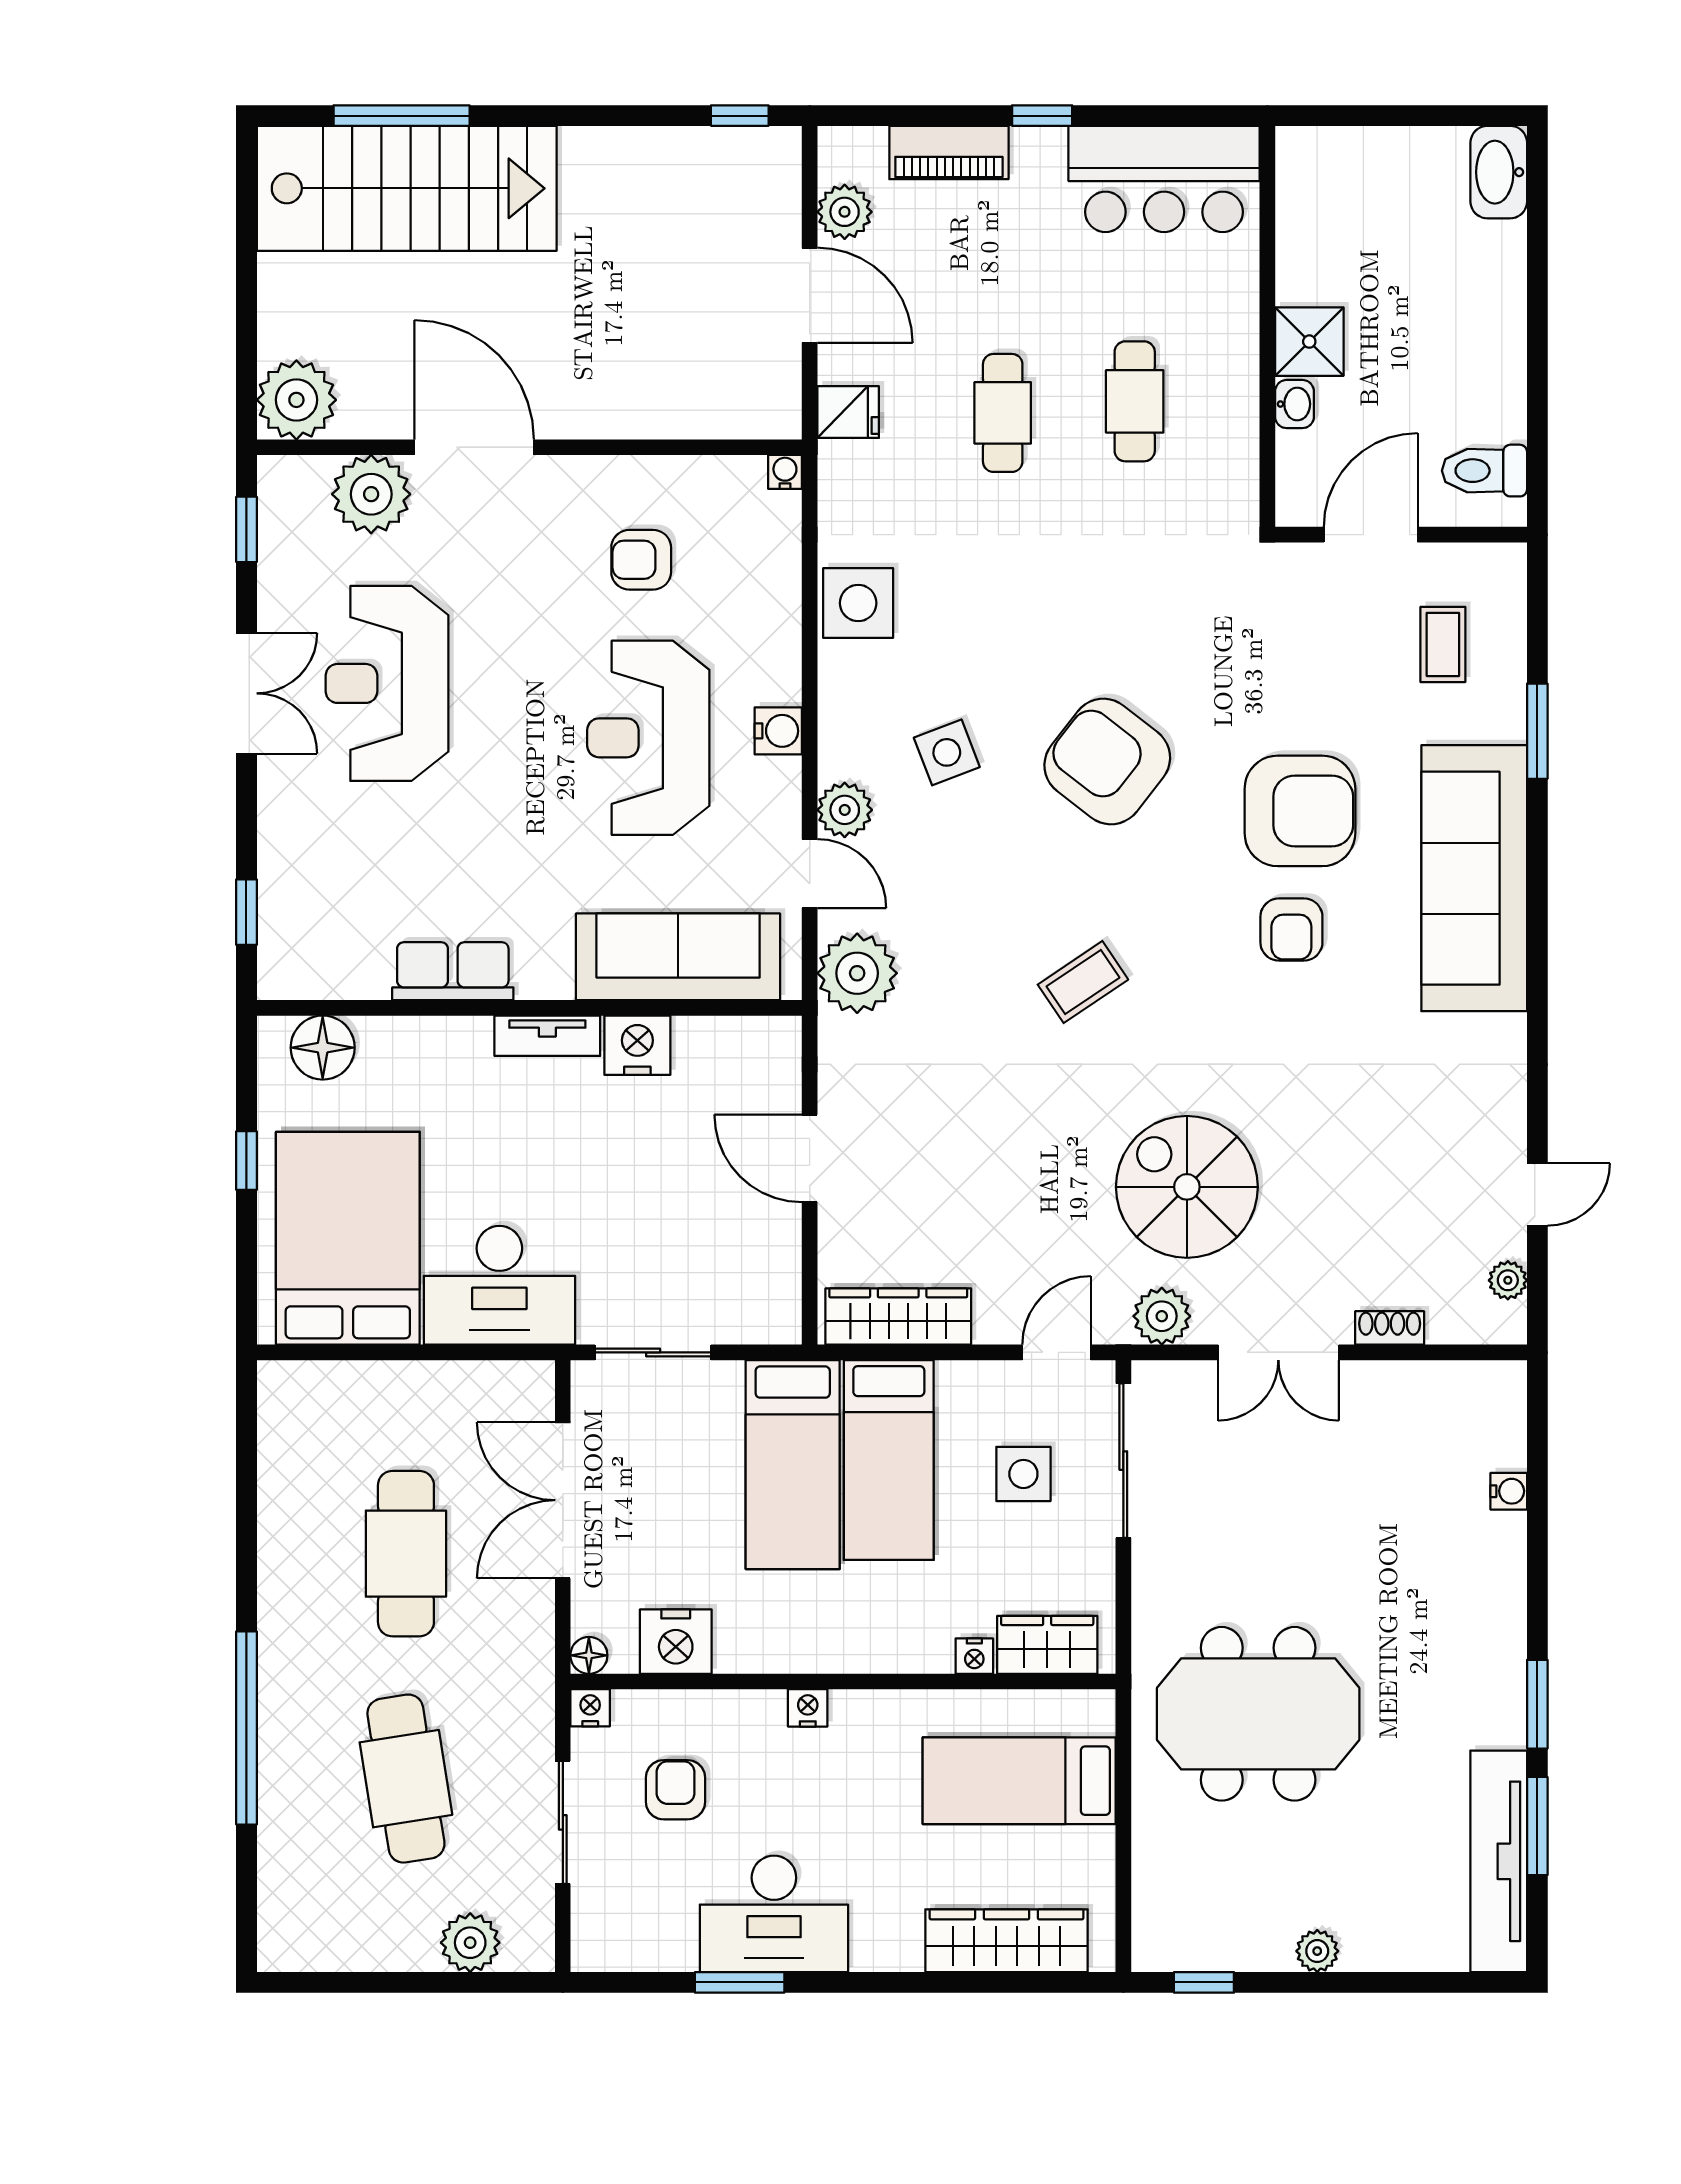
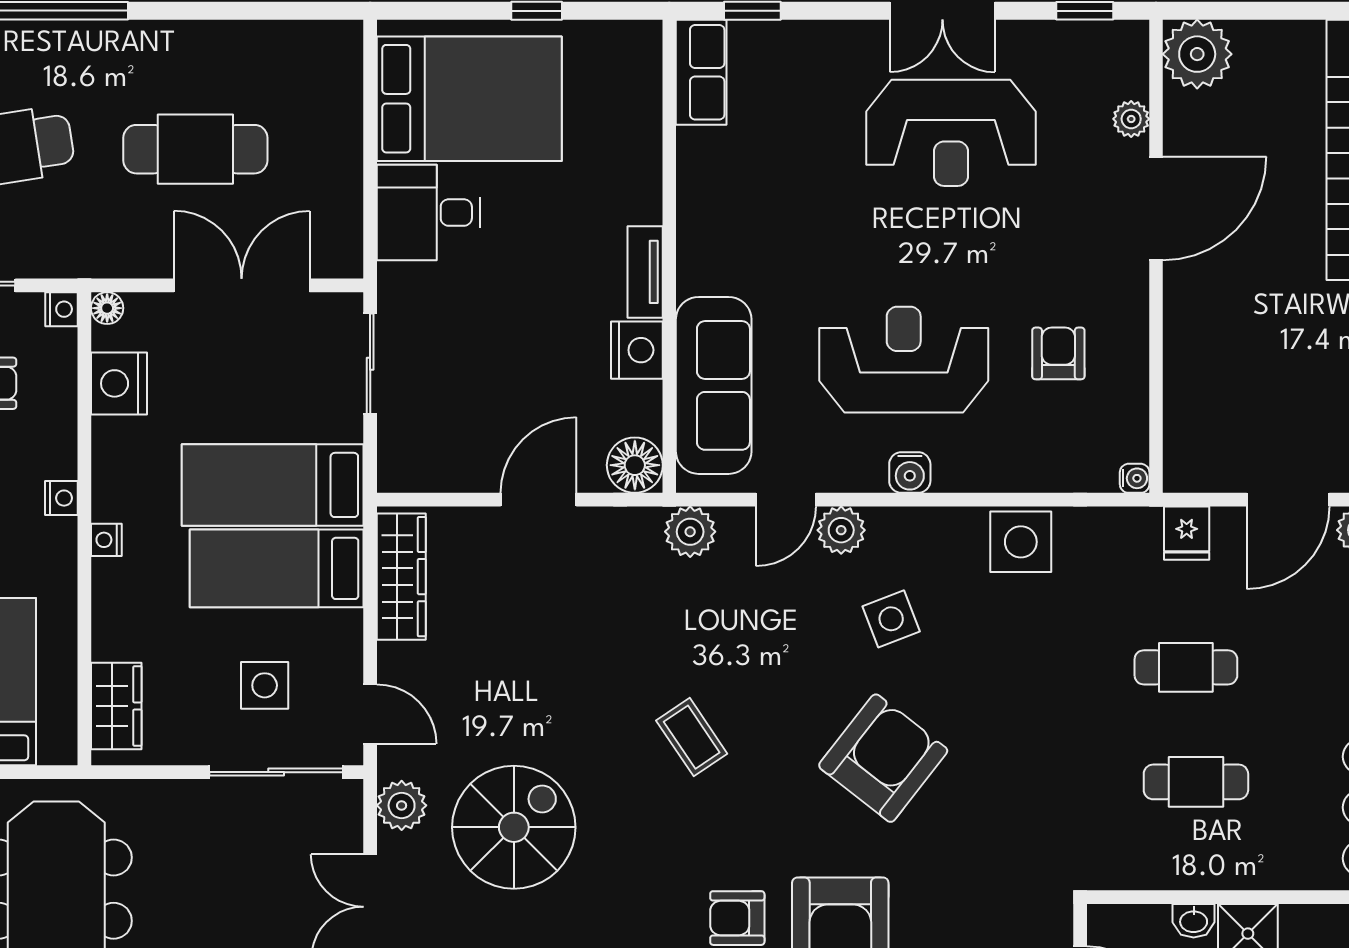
plant: (371, 494) -> (1131, 119), width x0.53, depth x0.53
reception desk: (387, 683) -> (951, 133), turned 180
row of seats: (453, 971) -> (701, 72), moved
plant: (857, 973) -> (690, 532), width x0.73, depth x0.73
floor lamp: (323, 1048) -> (635, 465), moved
desk: (499, 1285) -> (428, 213), width x0.73
nightstand: (974, 1656) -> (106, 540), moved

